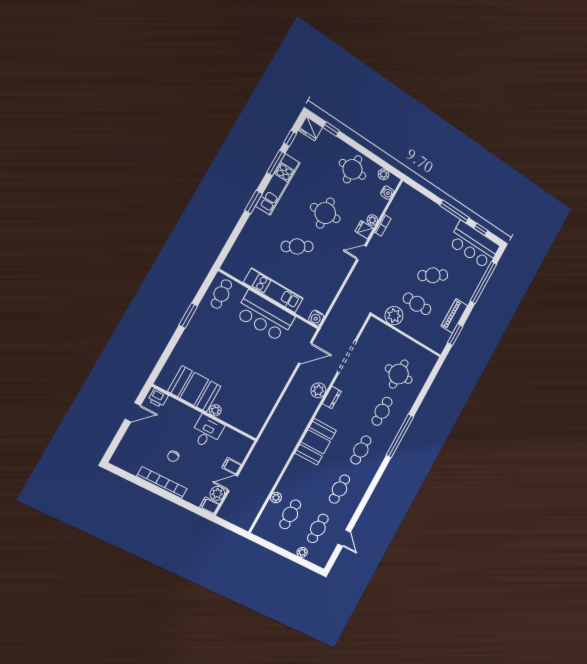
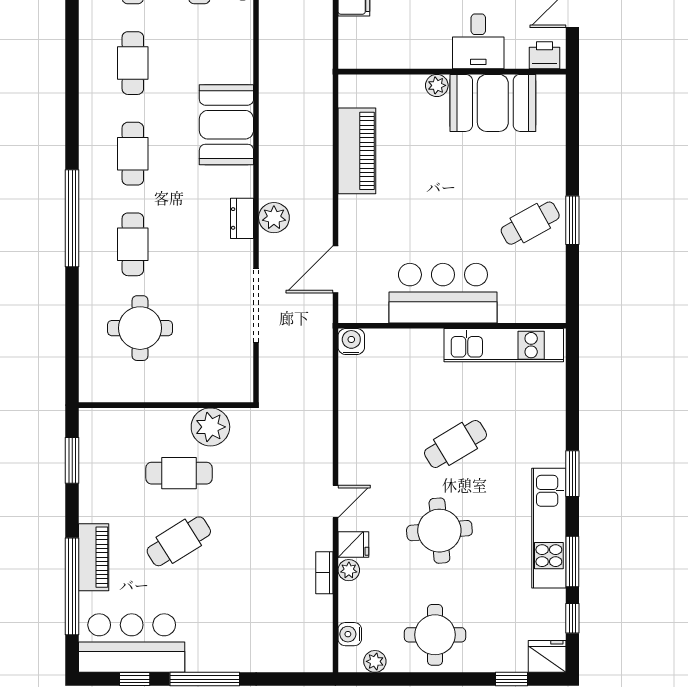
kitchen unit: (273, 290) -> (504, 345), moved
cafe table: (221, 294) -> (530, 223), moved, turned 63
piano: (454, 316) -> (94, 557), moved
piano: (267, 400) -> (357, 151), added
desk: (207, 432) -> (478, 41), moved

